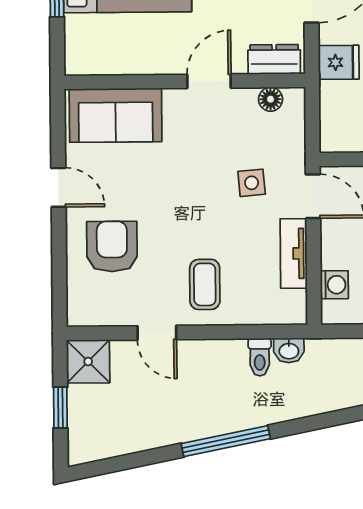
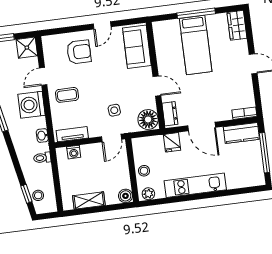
floor lamp: (271, 99) -> (148, 119), width x1.89, depth x1.89
tv unit: (294, 253) -> (72, 134), moved
toilet: (260, 357) -> (42, 158), moved
washing machine: (217, 366) -> (31, 105), added

